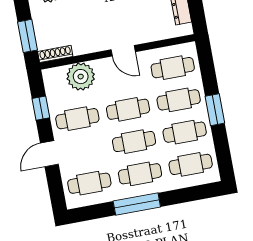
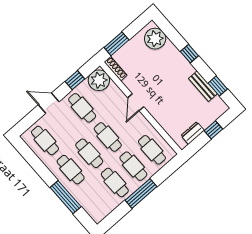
door: (123, 51) -> (136, 102), moved
plant: (81, 77) -> (99, 80), moved
window: (215, 110) -> (141, 193), width x1.44
cafe table: (191, 164) -> (96, 199), removed
window: (137, 204) -> (66, 197), moved

